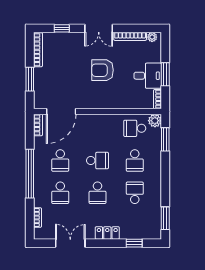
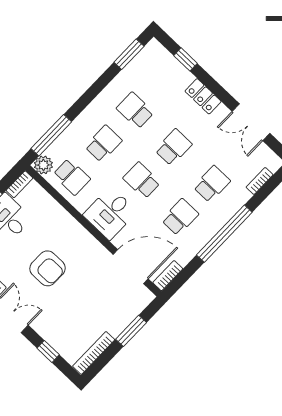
desk: (98, 128) -> (110, 213), added
window: (165, 139) -> (51, 135), width x1.44
school desk: (135, 193) -> (135, 110), turned 90

